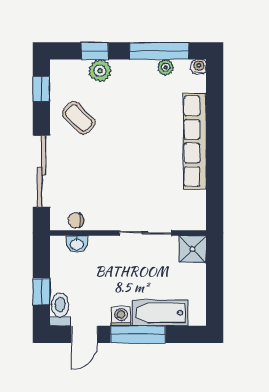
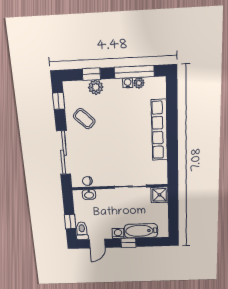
water cooler: (199, 67) -> (128, 83), moved
window: (138, 334) -> (128, 243), width x0.46

